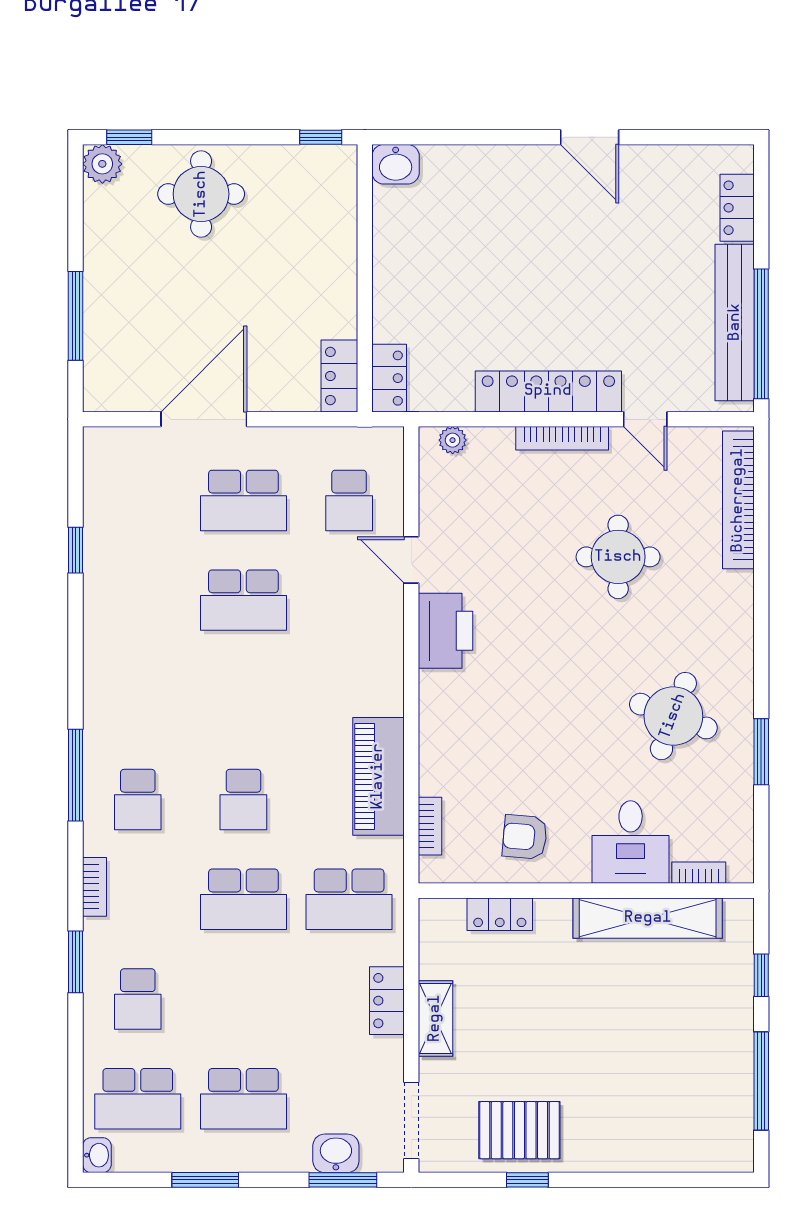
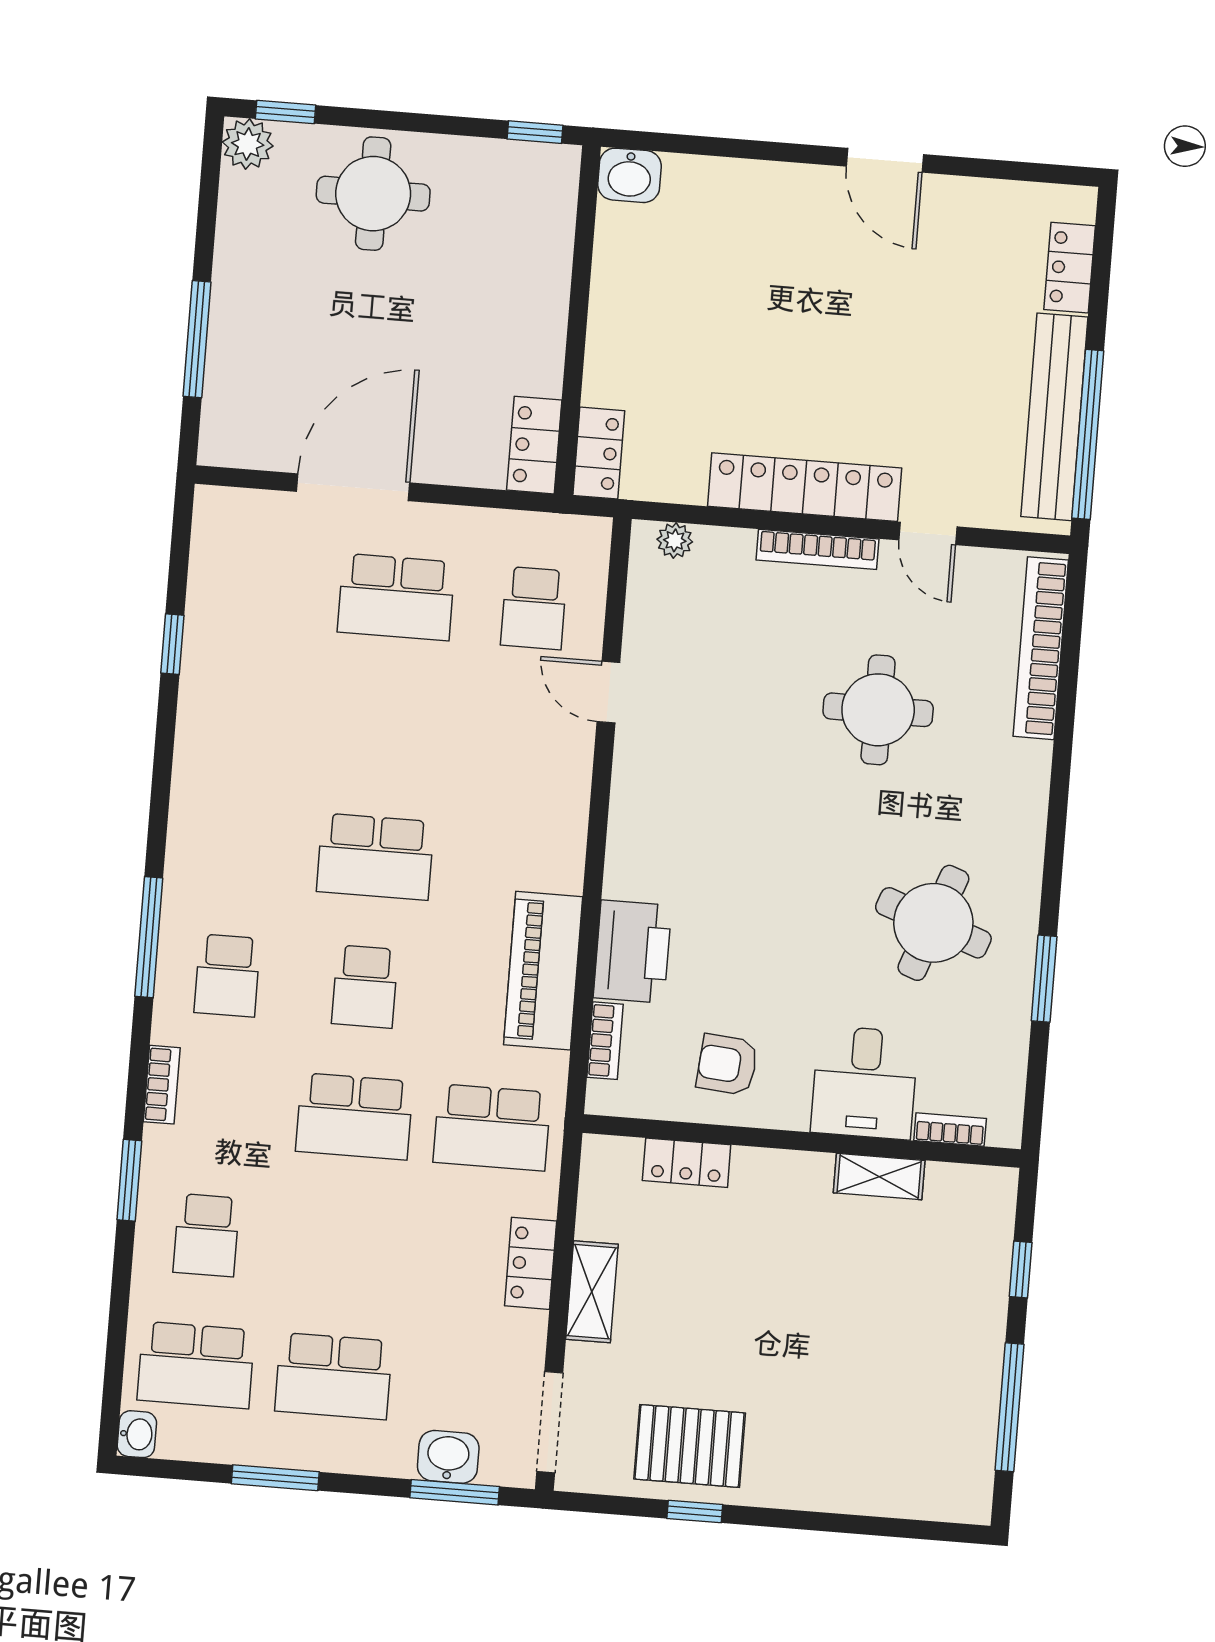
school desk: (243, 600) -> (375, 857), moved
printer: (446, 631) -> (632, 952), moved
shelving: (648, 918) -> (879, 1177), width x0.45, depth x0.75

